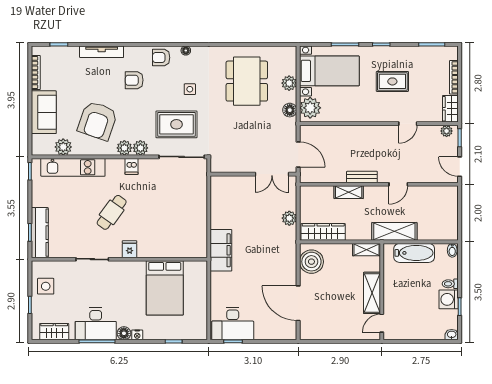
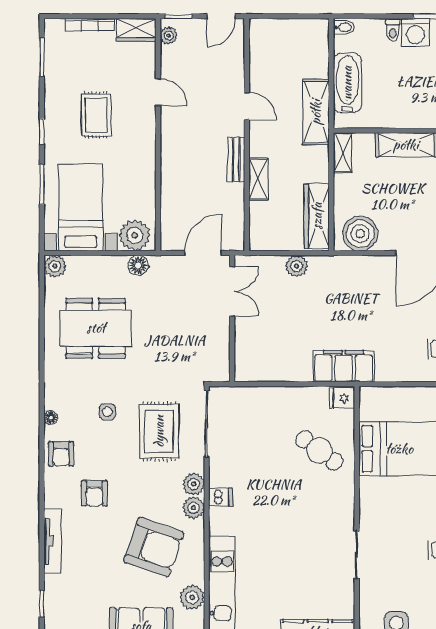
plant: (289, 83) -> (55, 266), moved
cafe table: (112, 212) -> (319, 450), moved
fridge: (130, 249) -> (342, 398), moved

